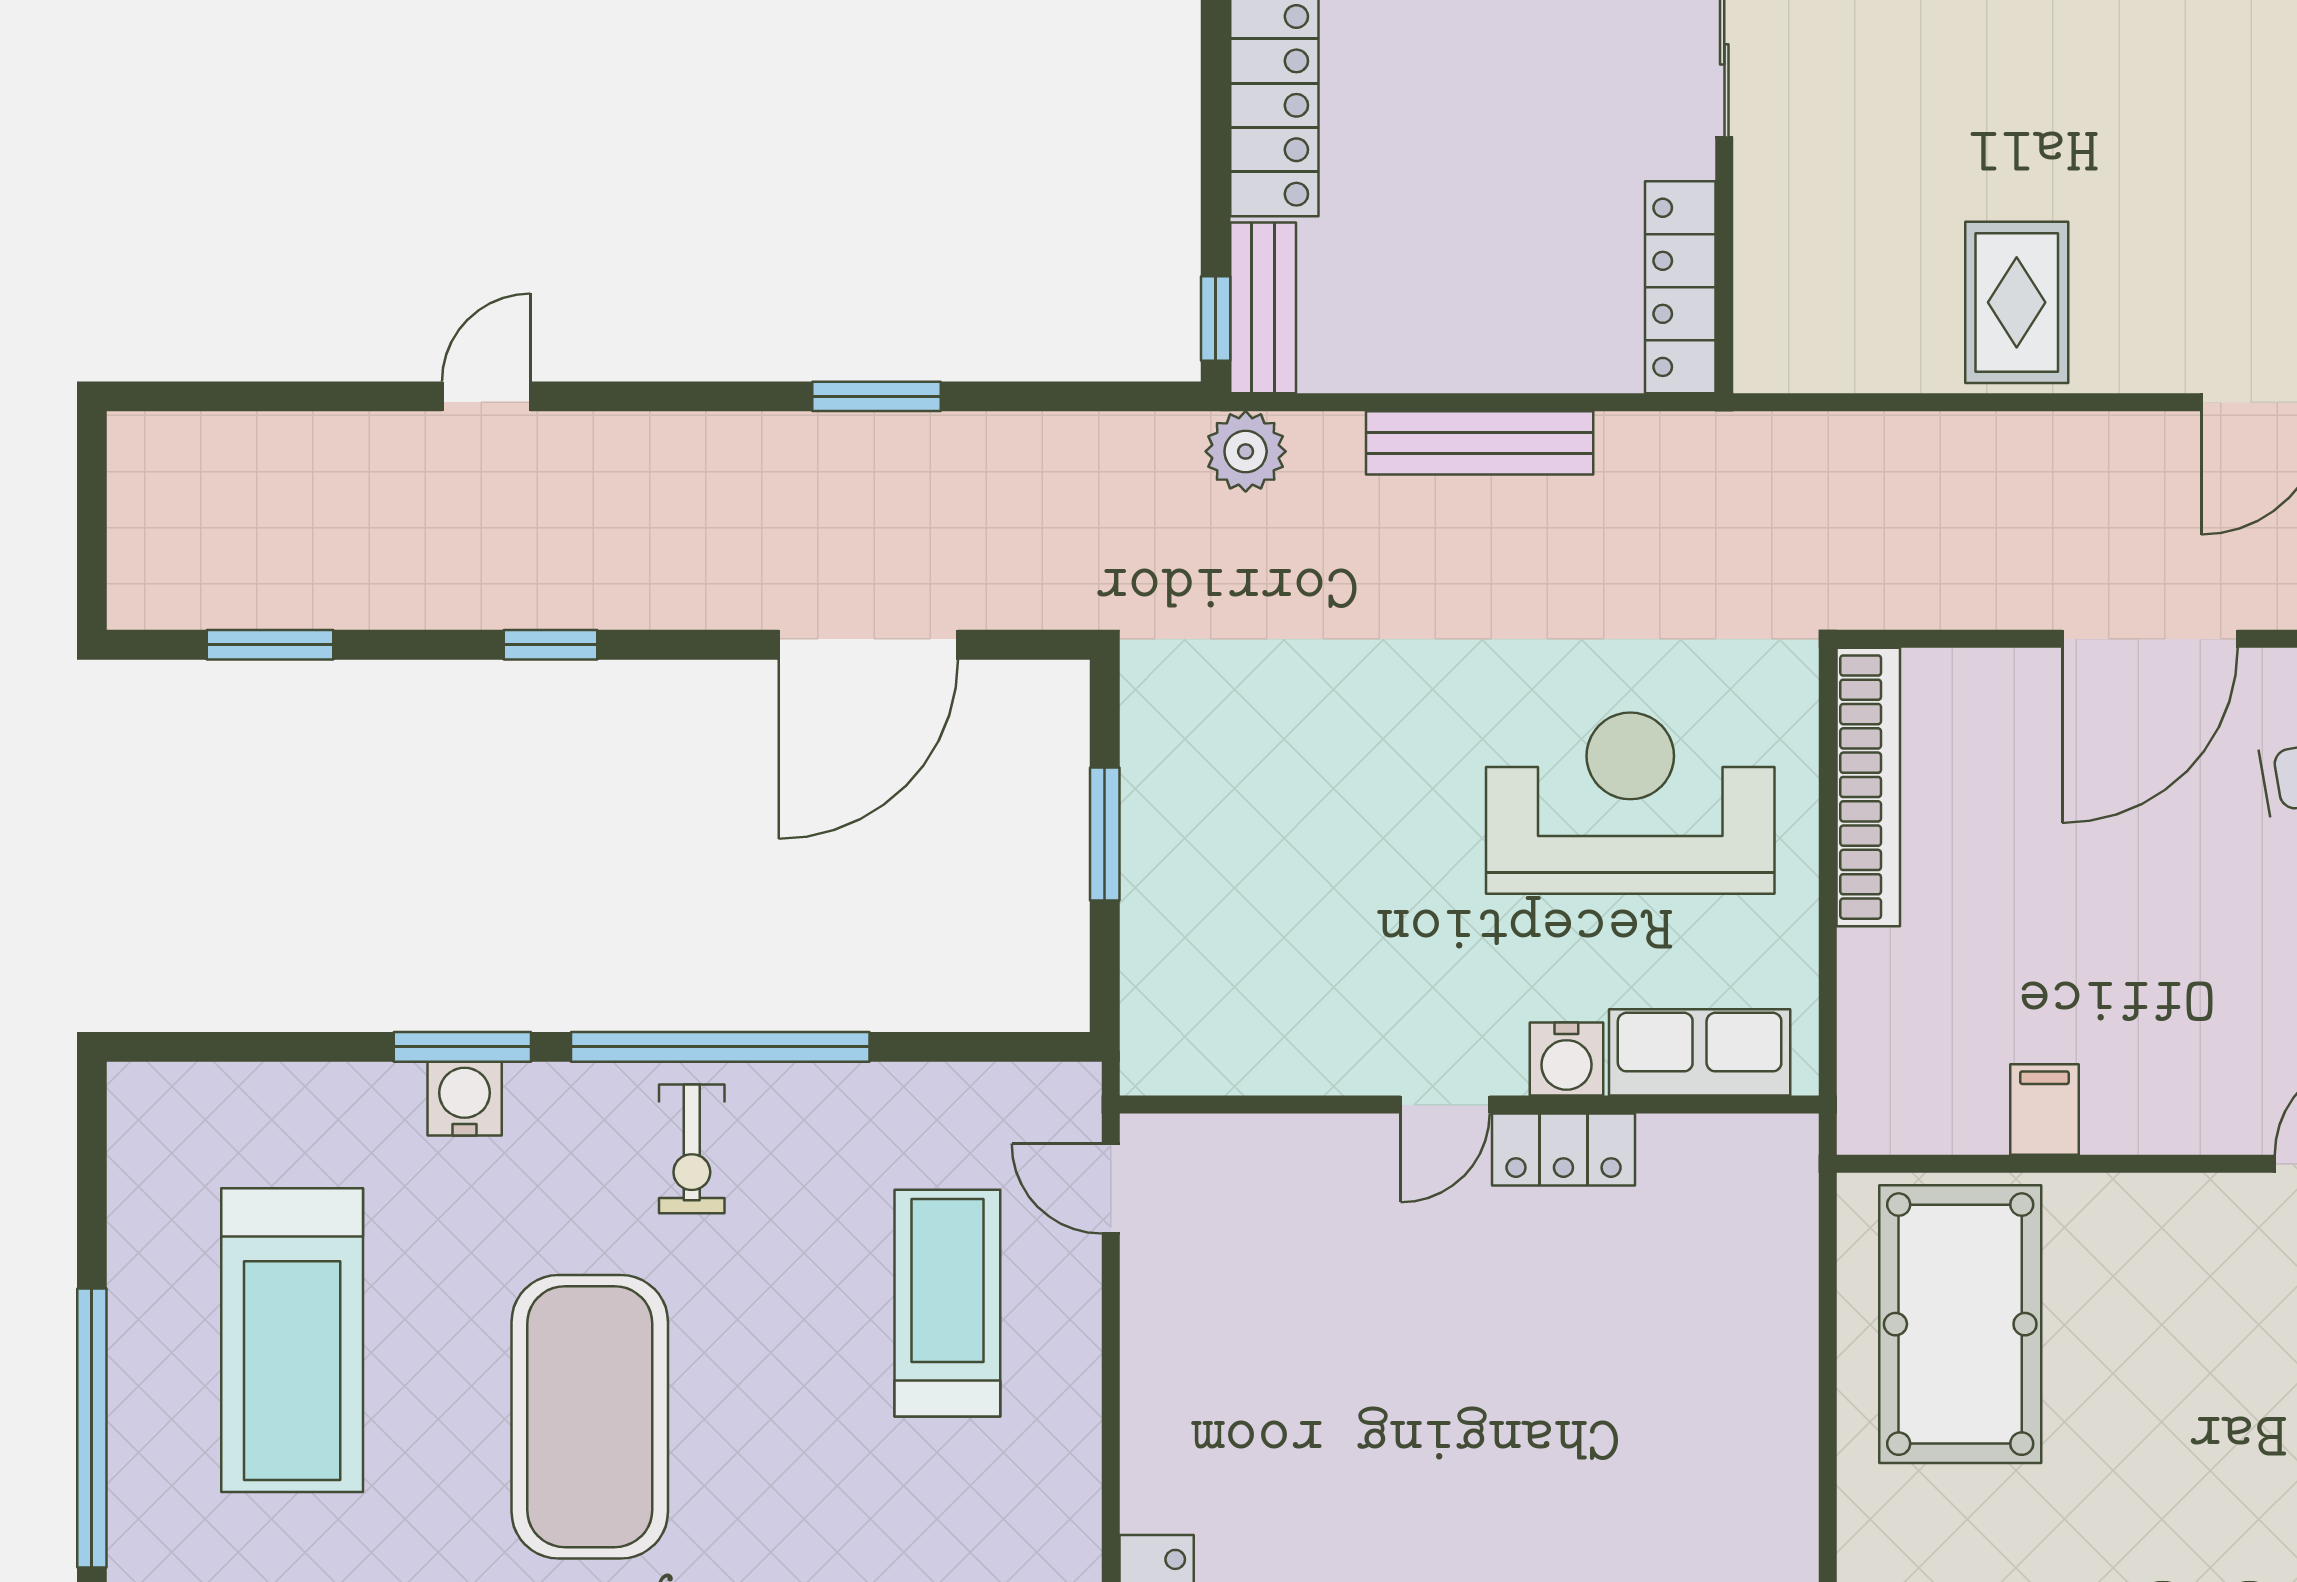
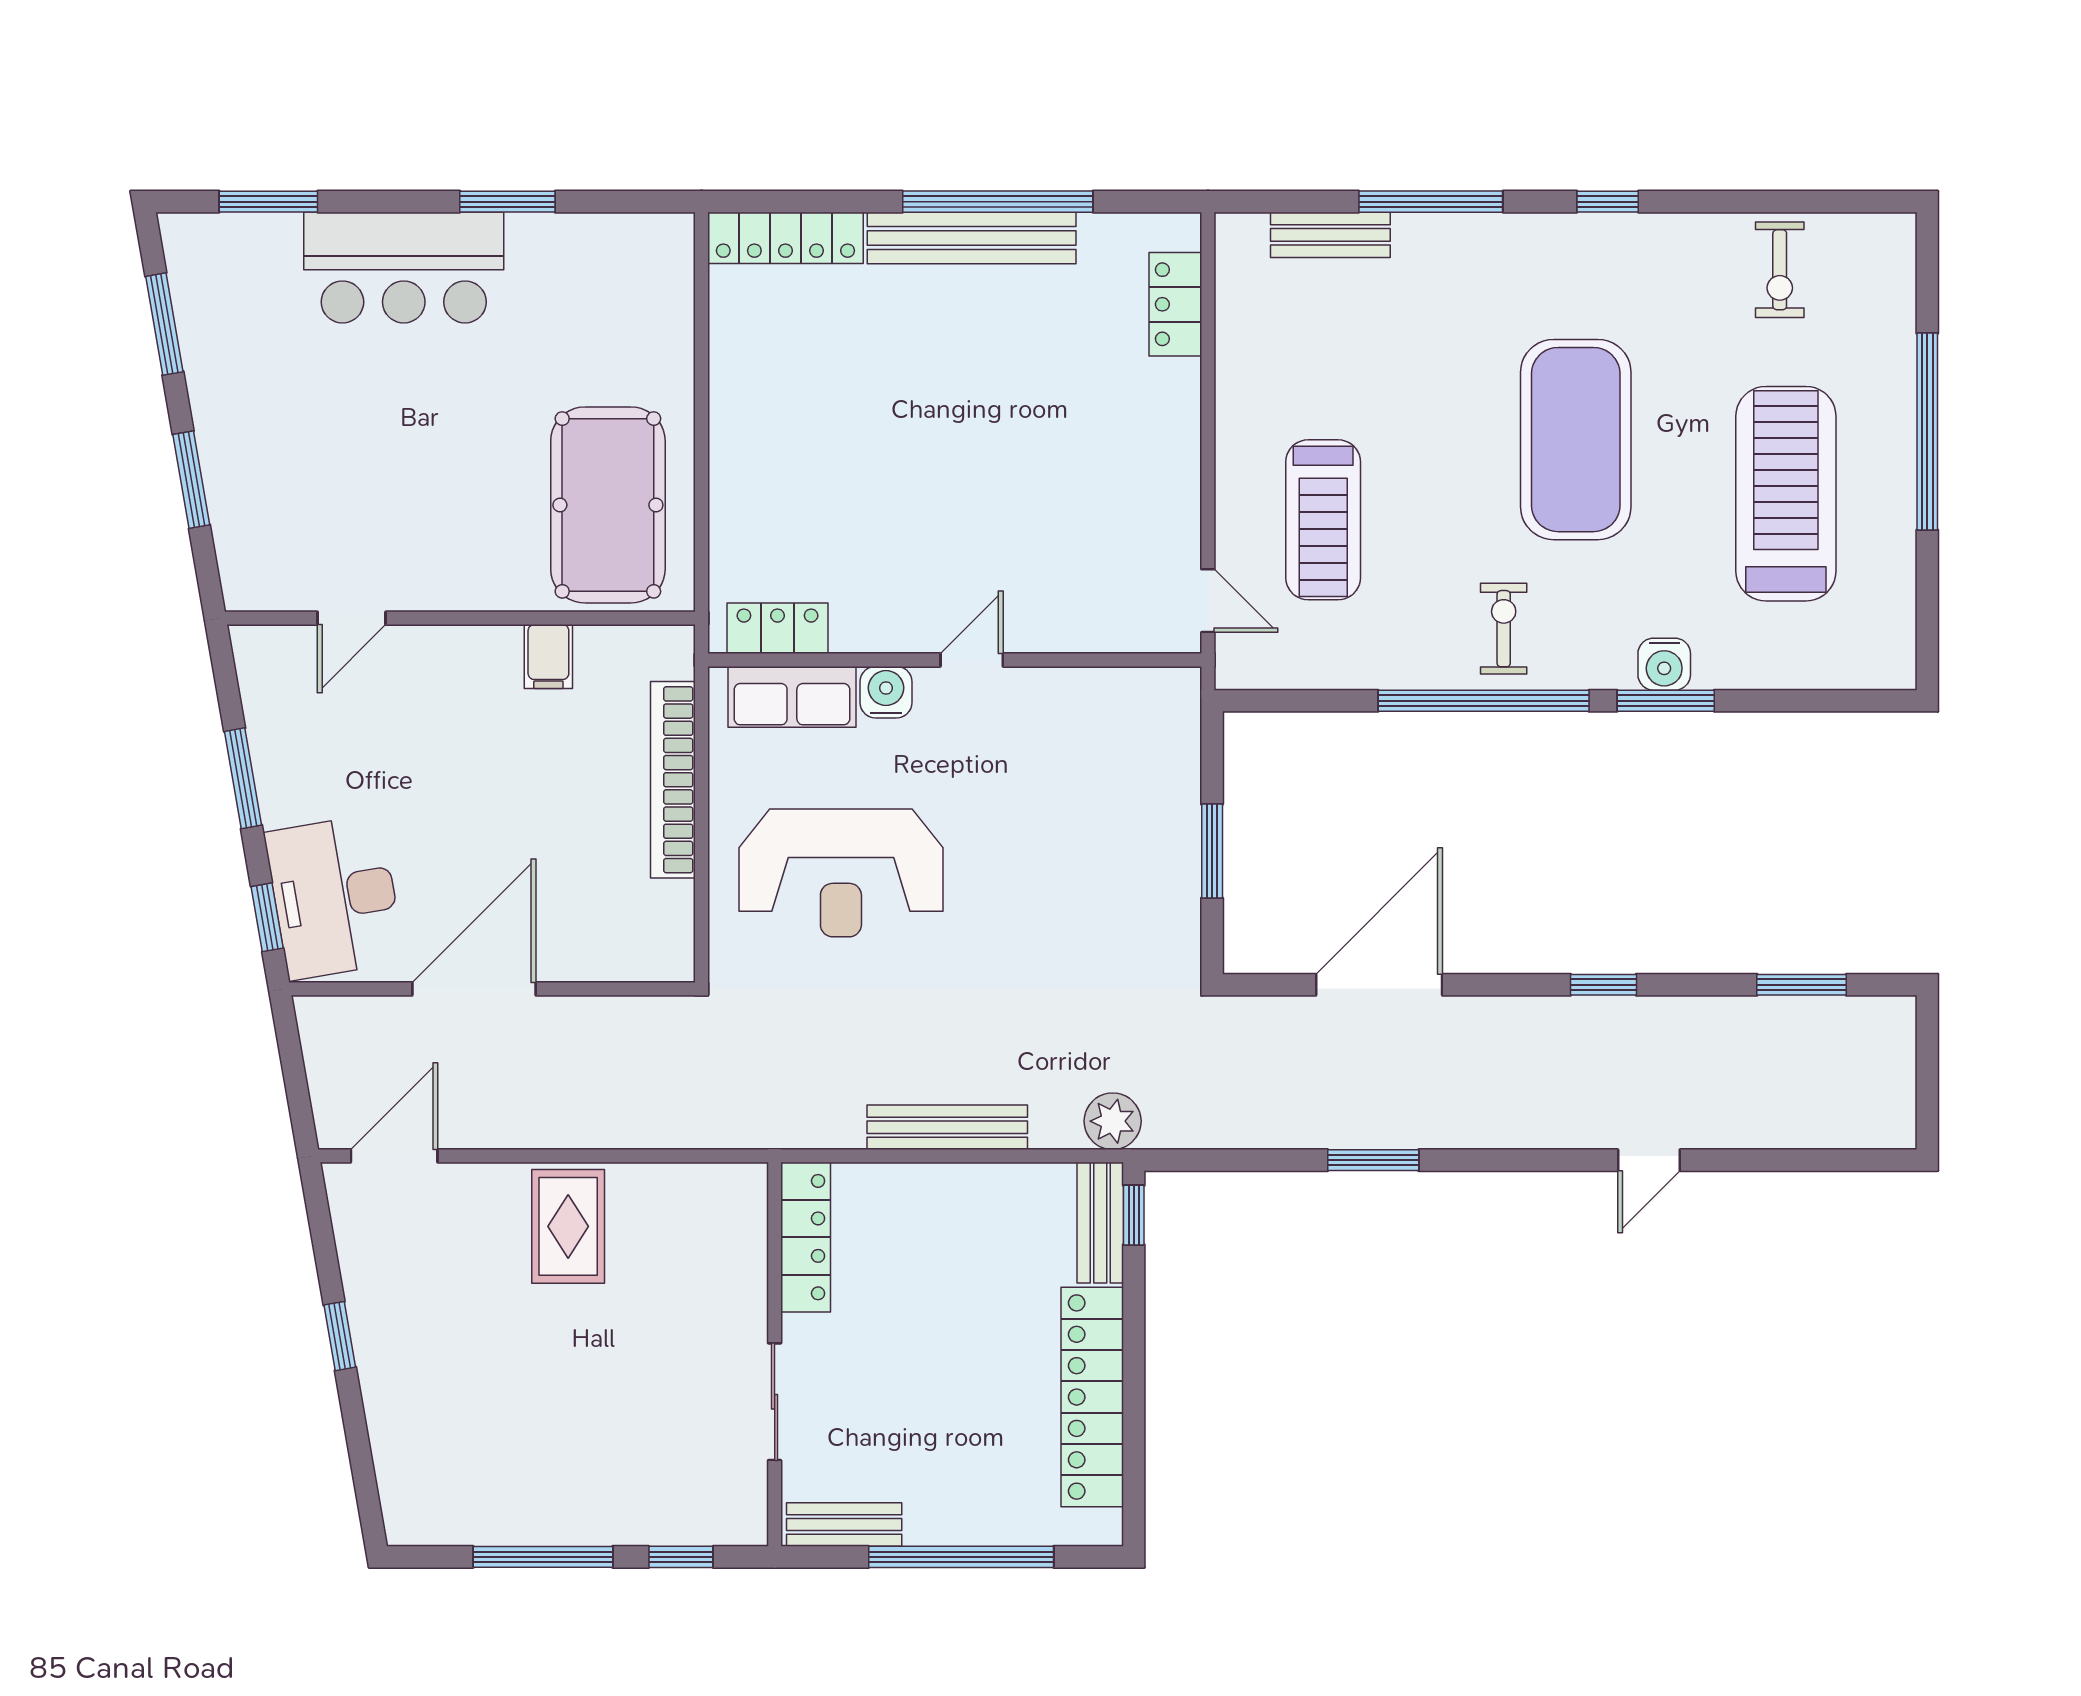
bookcase: (1868, 787) -> (673, 780), moved
locker: (1563, 1150) -> (777, 628), moved

